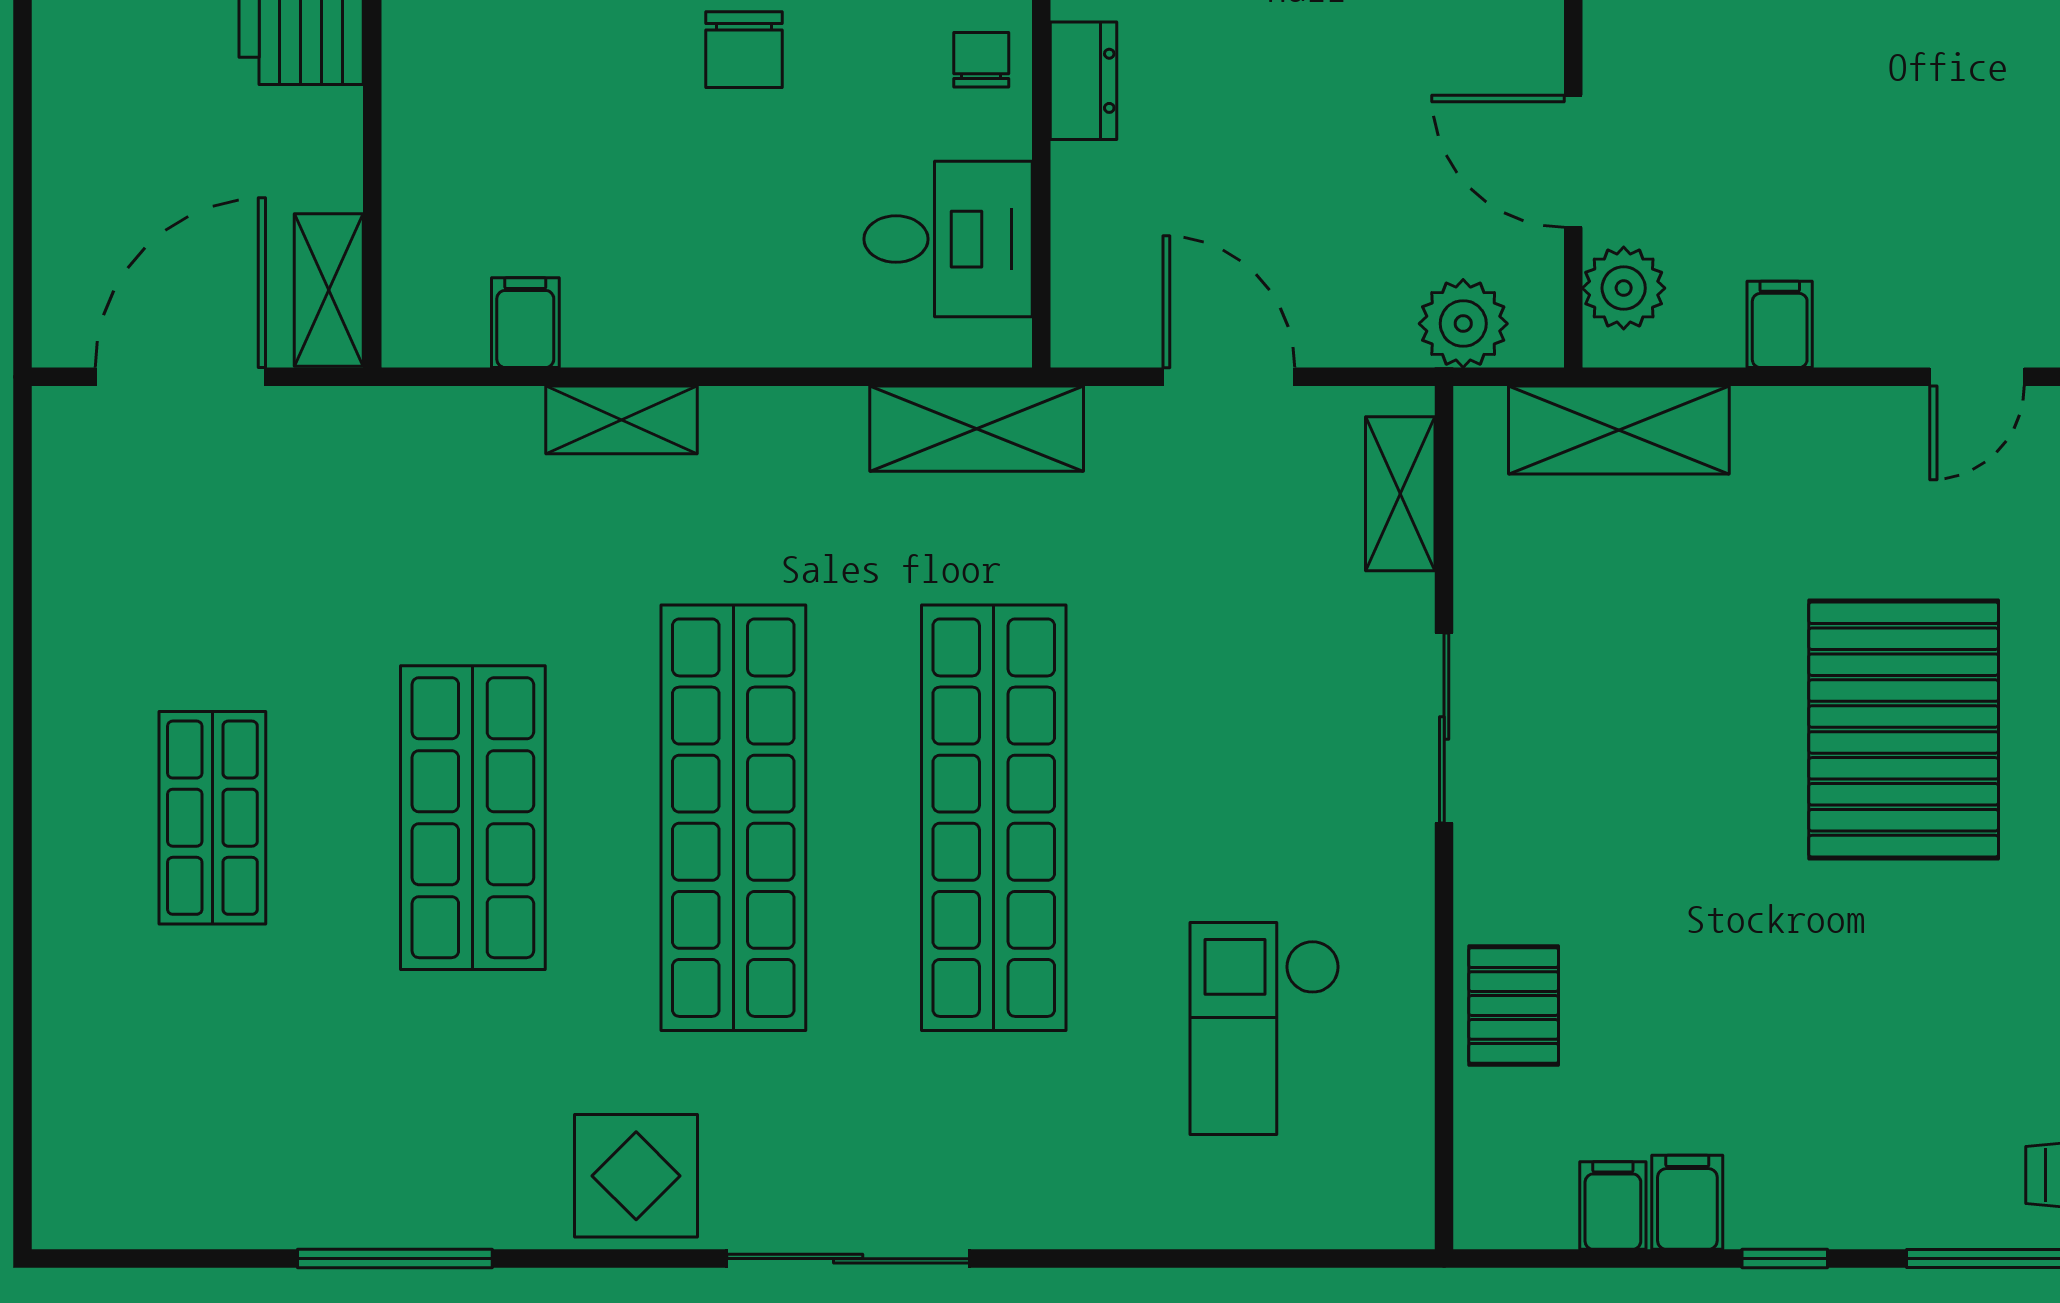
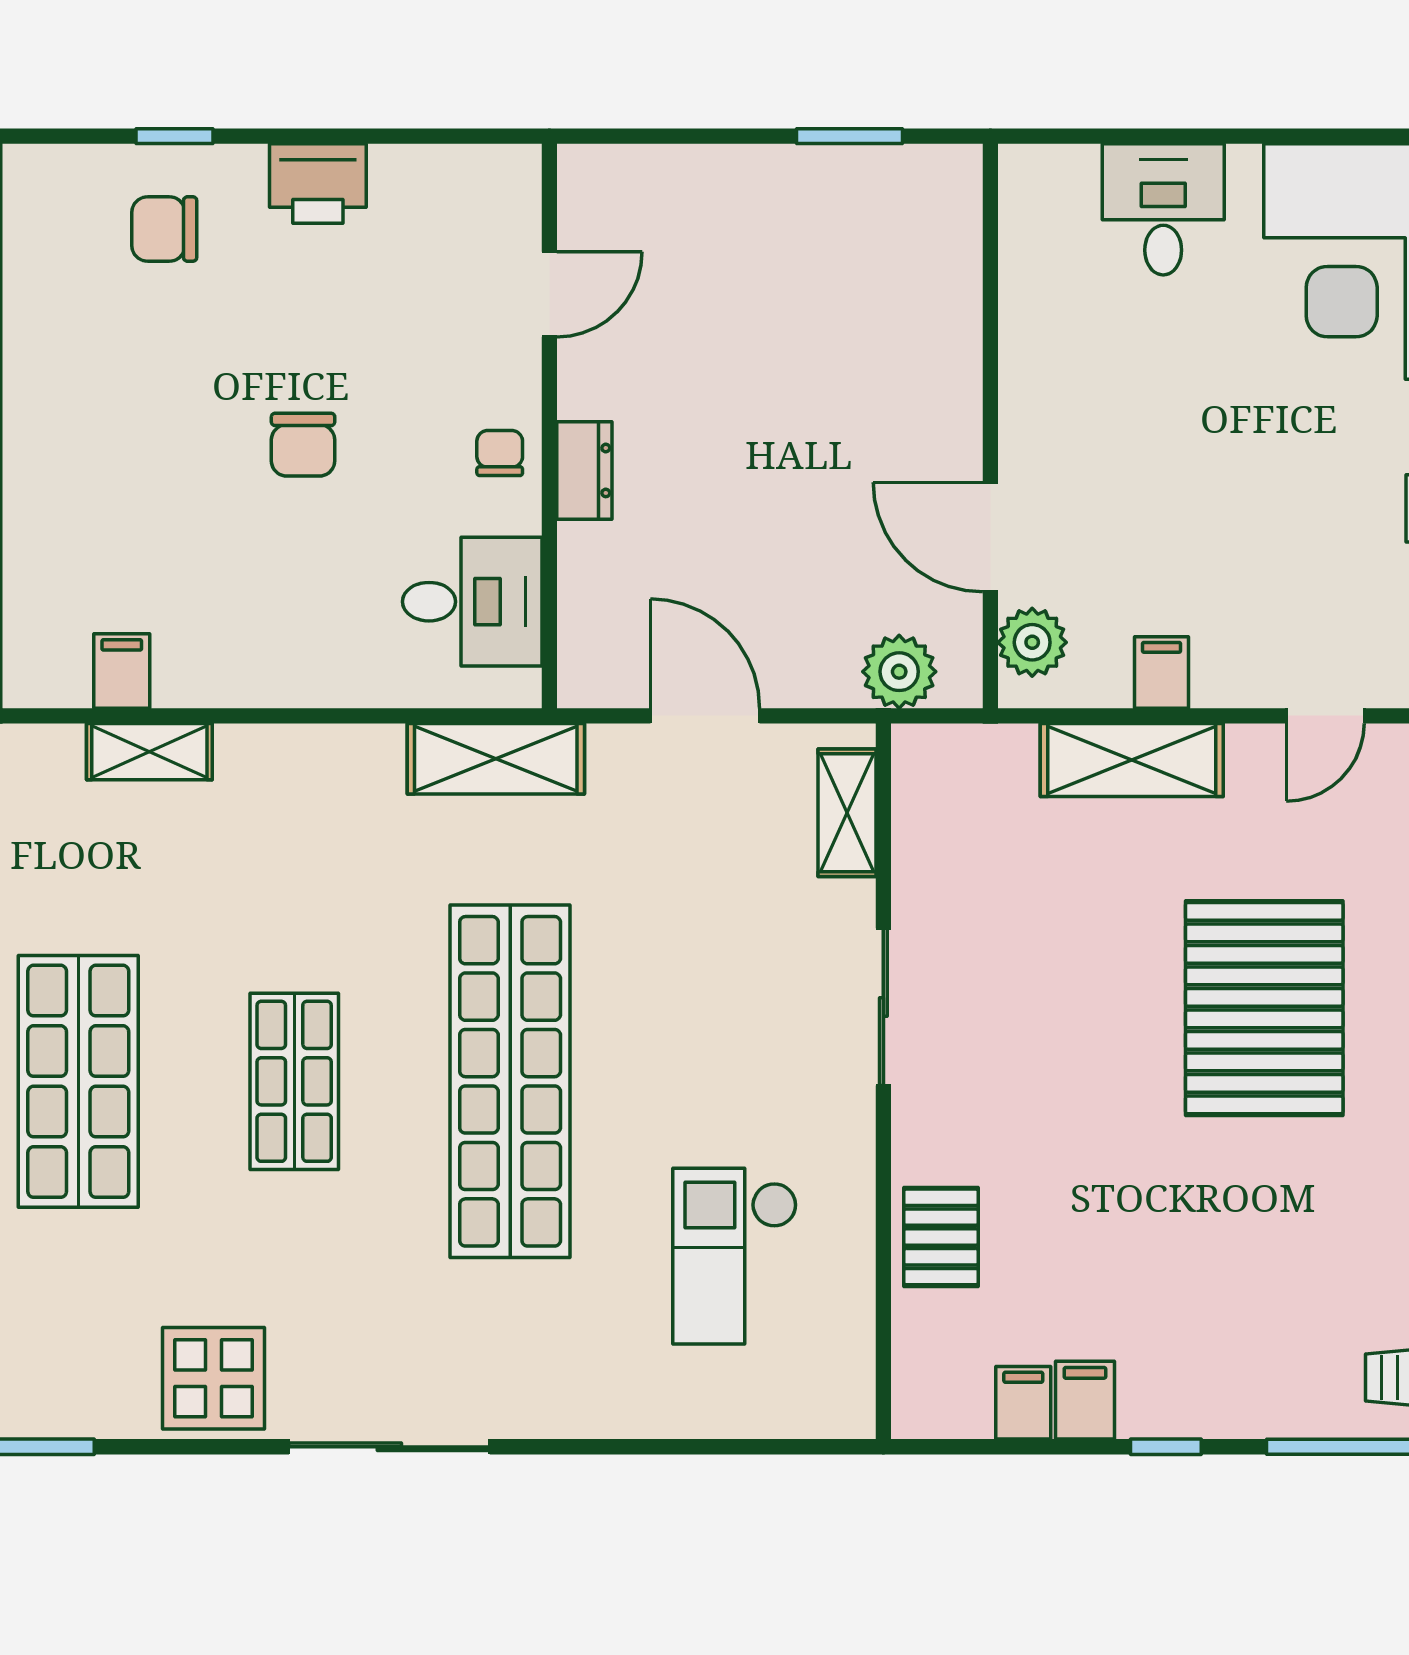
shelving: (621, 420) -> (149, 752), moved
shelving: (1619, 430) -> (1132, 760), moved
shop shelf: (733, 818) -> (294, 1081), width x0.50, depth x0.74

